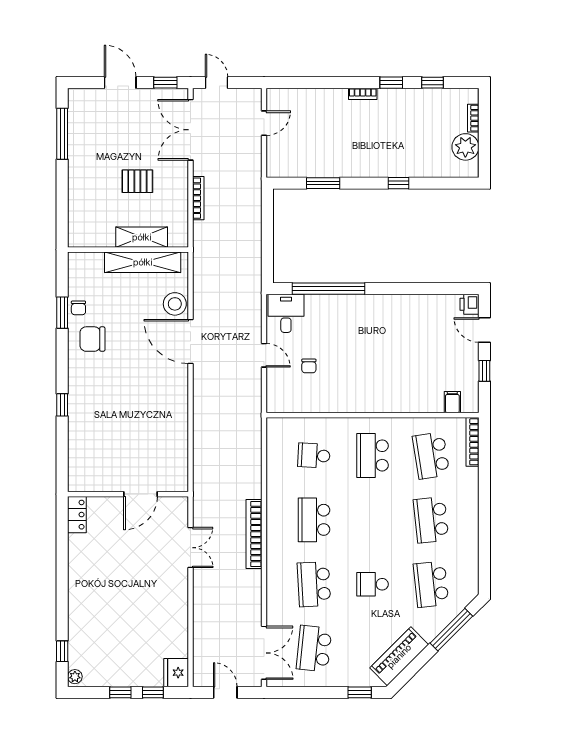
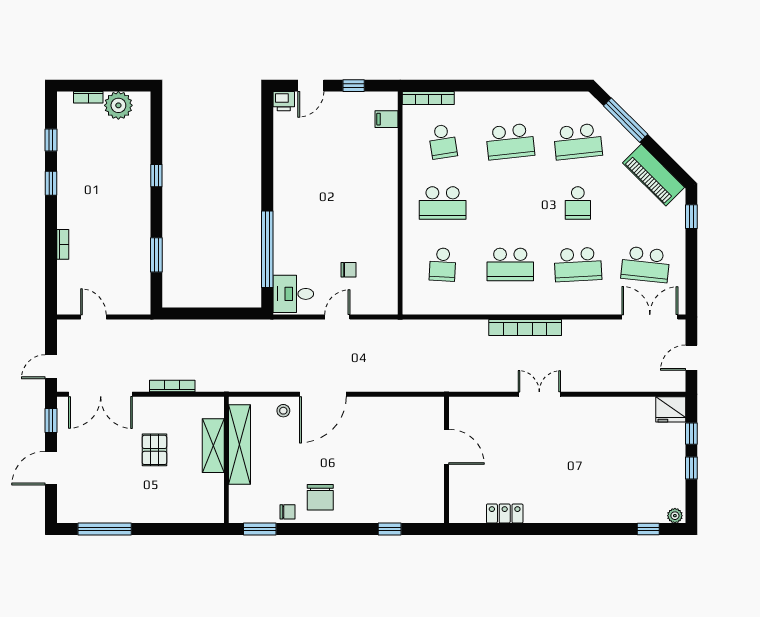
bookcase: (363, 94) -> (63, 244), moved
stool: (175, 304) -> (283, 411), width x0.53, depth x0.53
window: (62, 313) -> (260, 529), moved
school desk: (431, 455) -> (443, 142), width x0.54
wall: (128, 494) -> (446, 460), moved
door: (140, 494) -> (446, 447), moved

